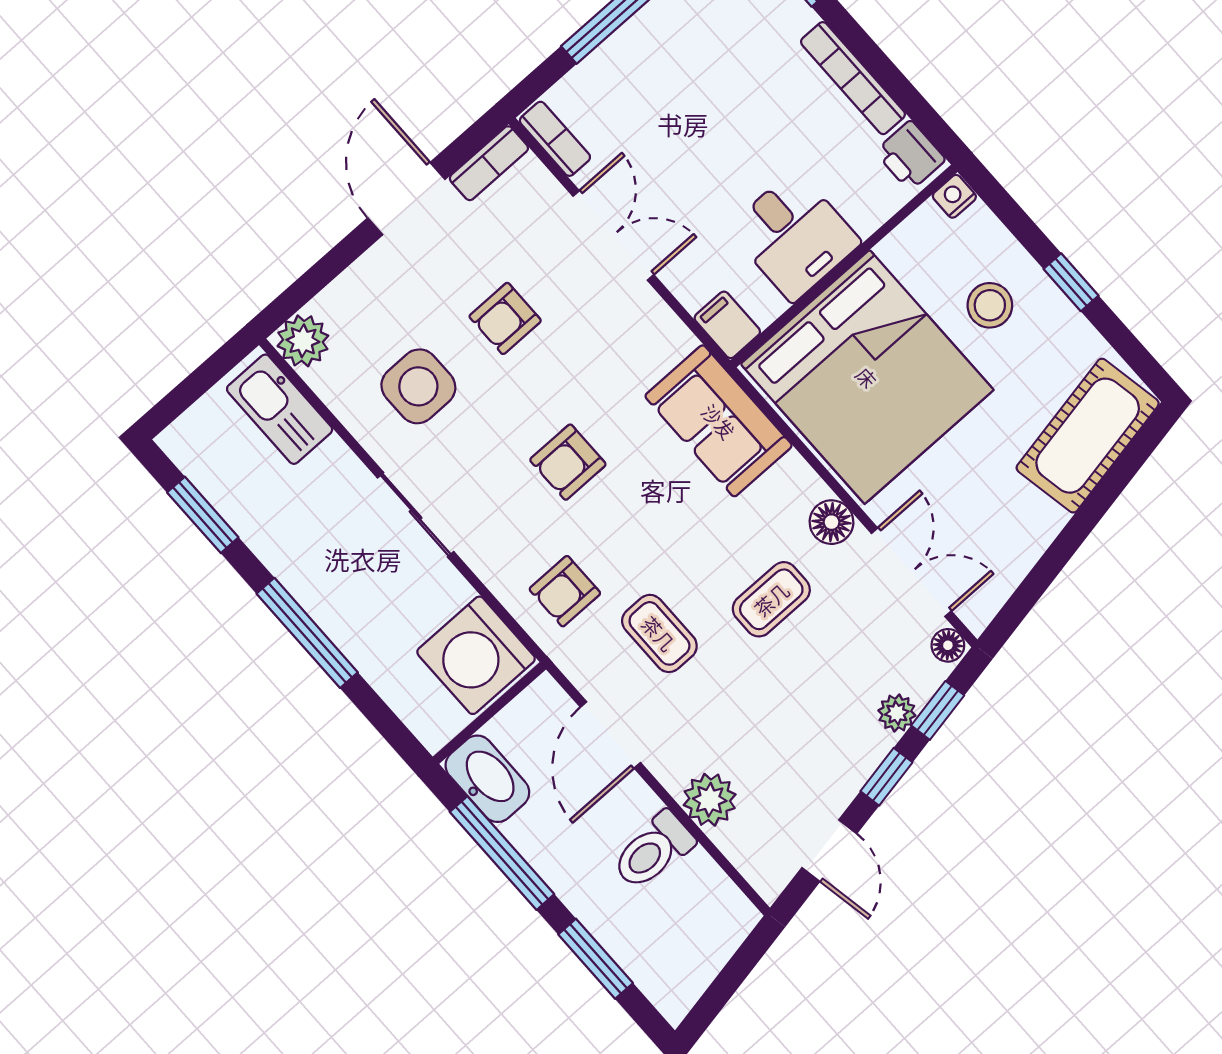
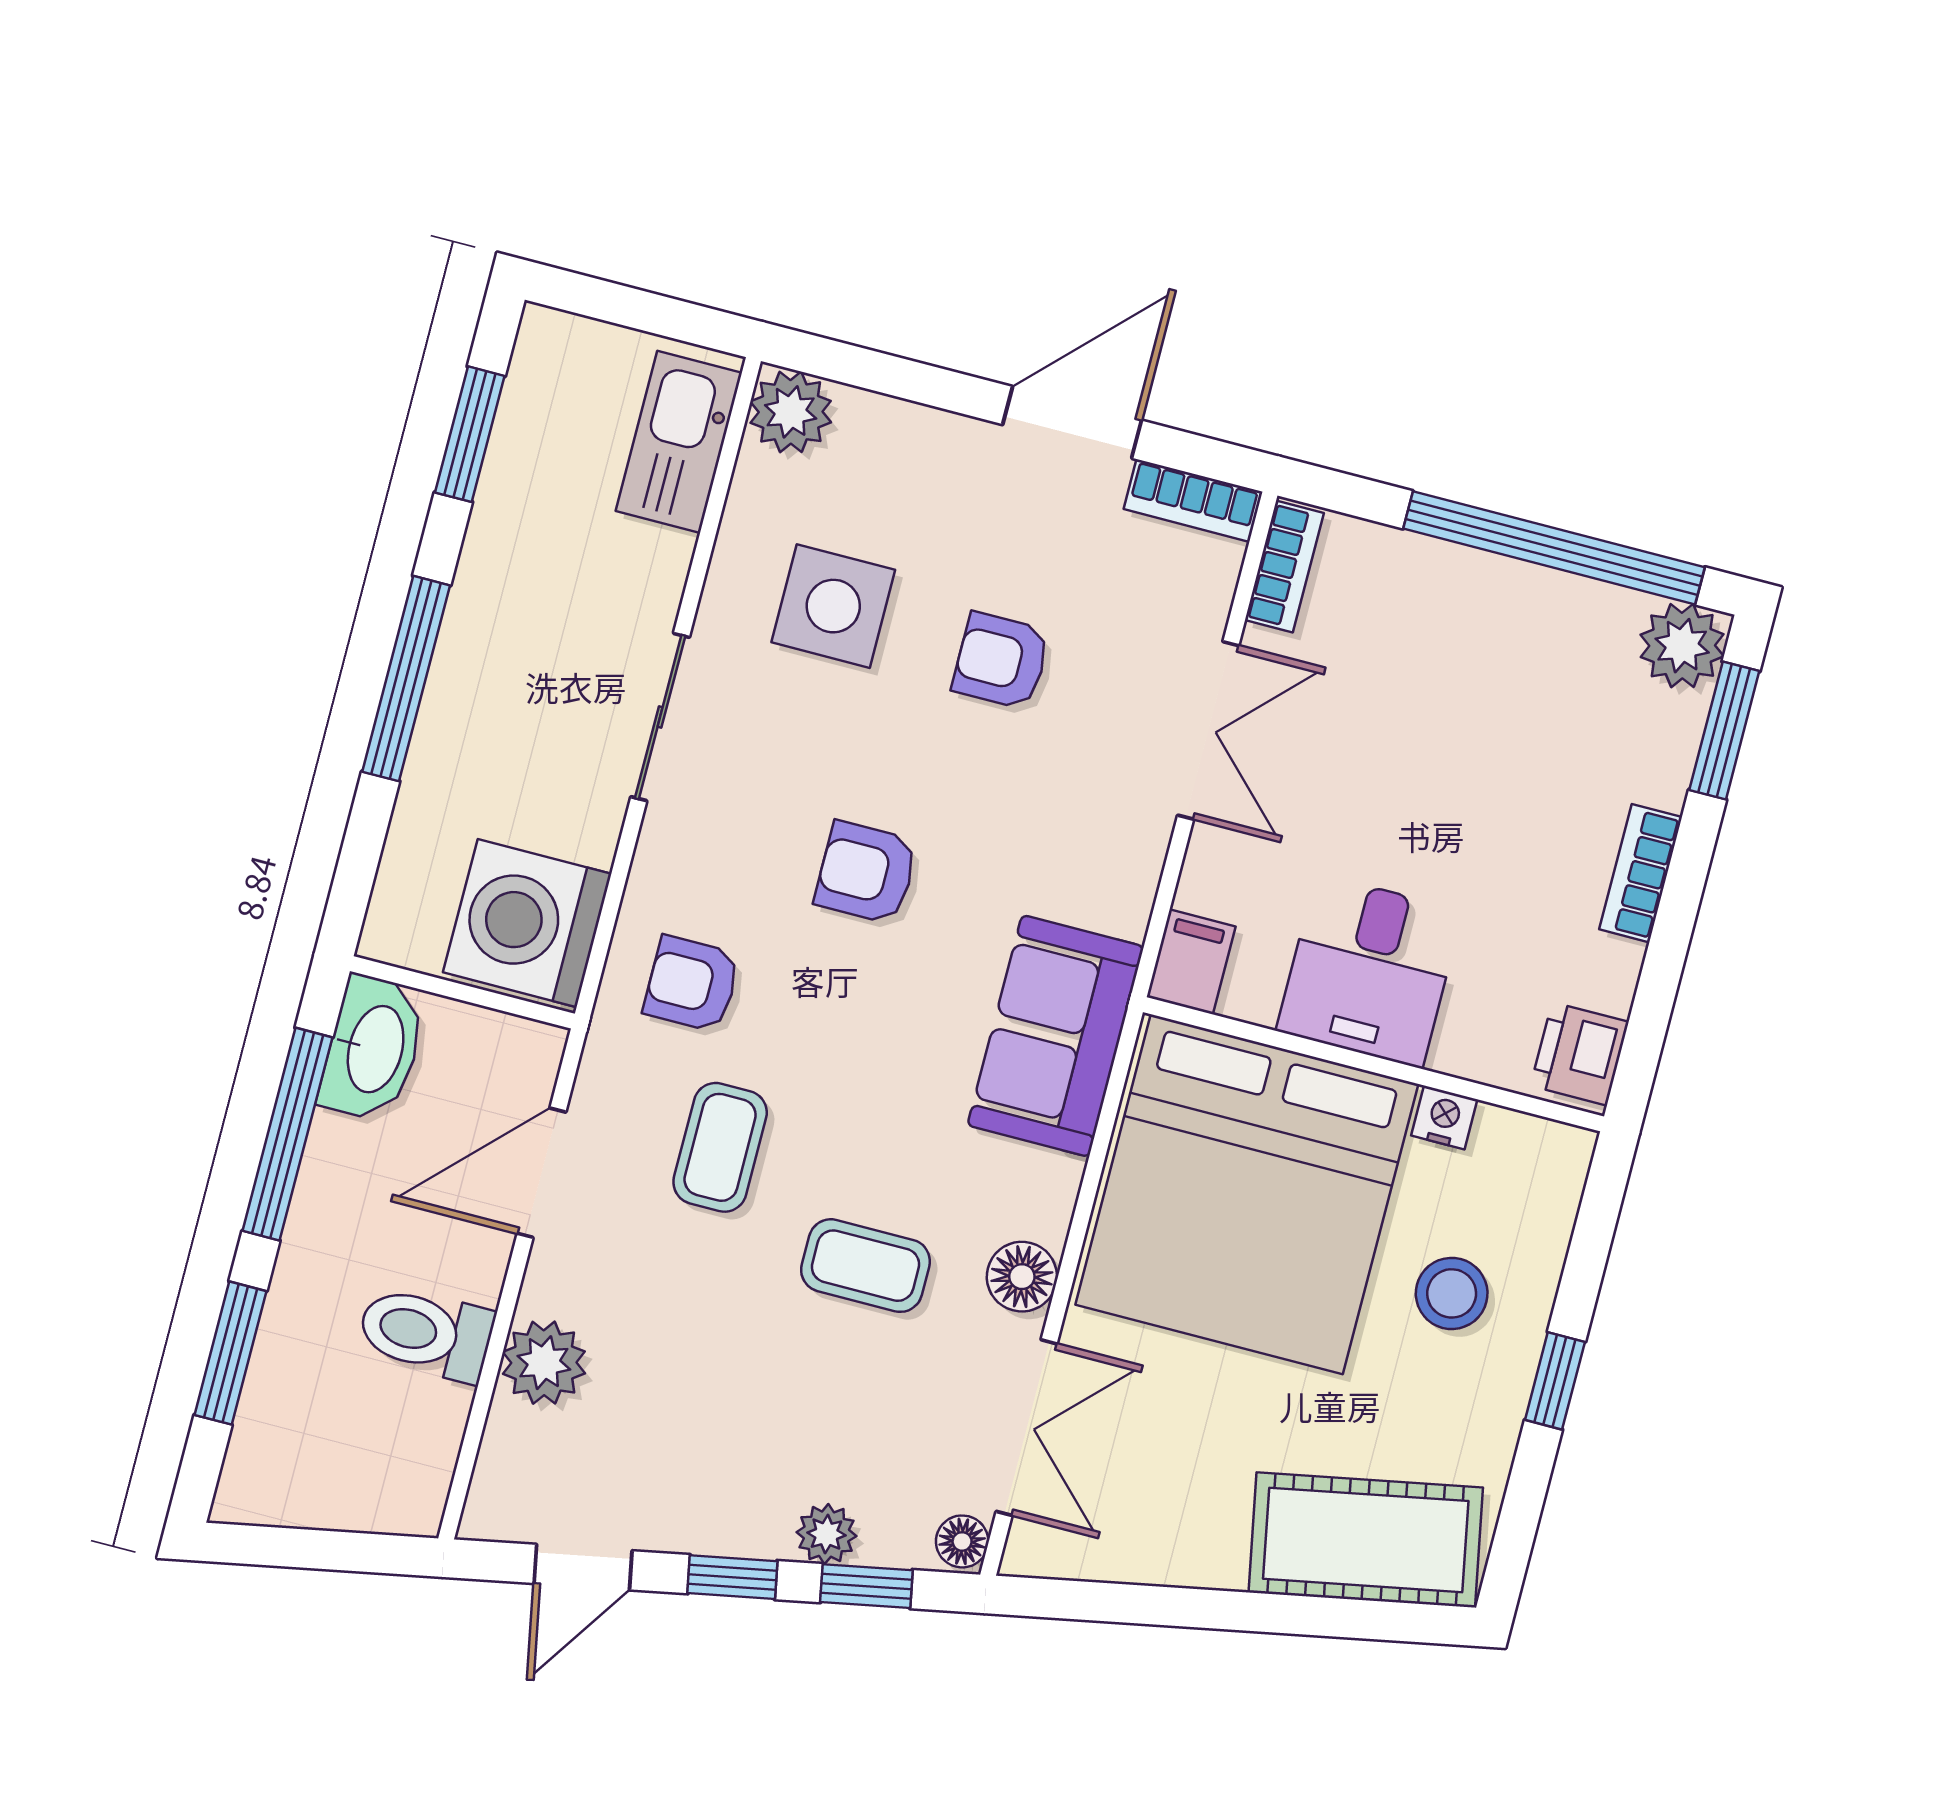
bookcase: (853, 78) -> (1641, 873), width x0.64
nightstand: (954, 196) -> (1444, 1117), moved

